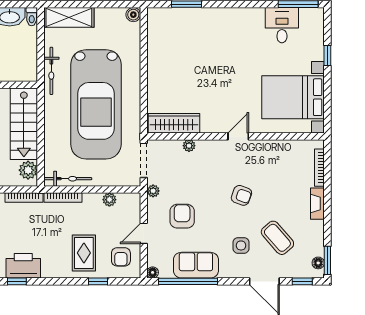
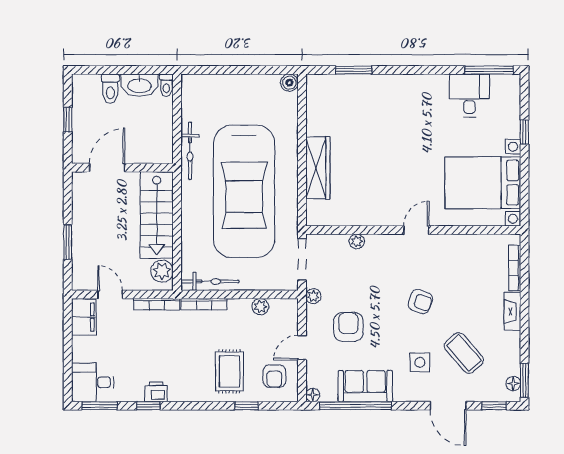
shelving: (69, 17) -> (211, 86), removed
wardrobe: (174, 123) -> (318, 168), moved, turned 90
printer: (23, 266) -> (156, 392), width x0.53, depth x0.68

